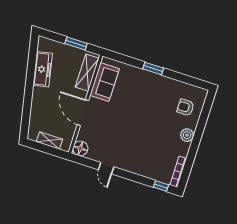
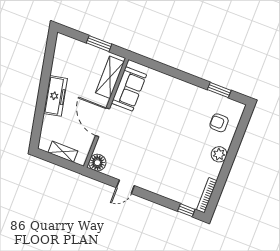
window: (153, 68) -> (219, 90), moved
freezer: (43, 69) -> (55, 96), moved
door: (106, 168) -> (125, 187), hinge flipped

